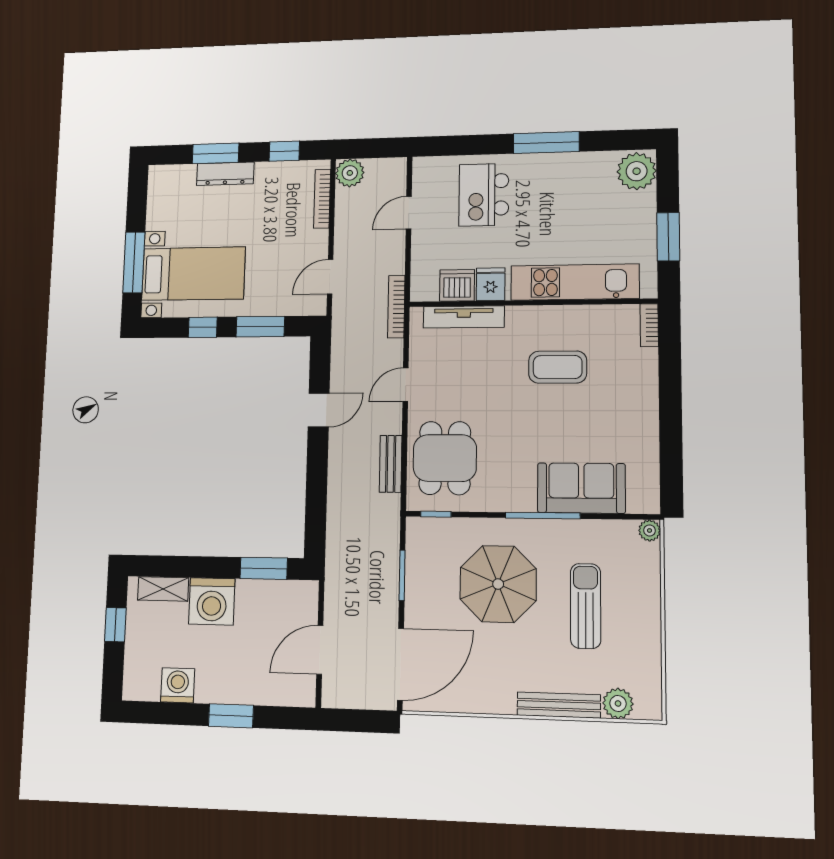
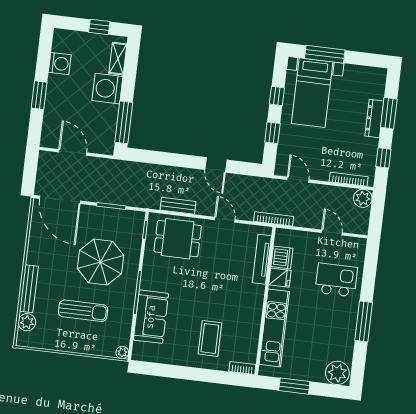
window: (260, 327) -> (272, 133), width x0.67
coffee table: (558, 367) -> (210, 338), moved
window: (264, 568) -> (124, 122), width x1.44

